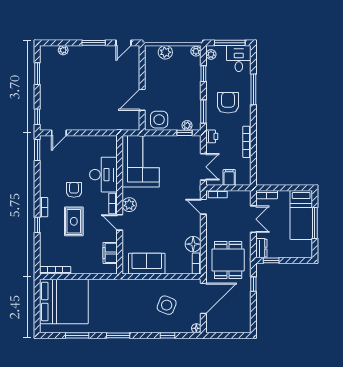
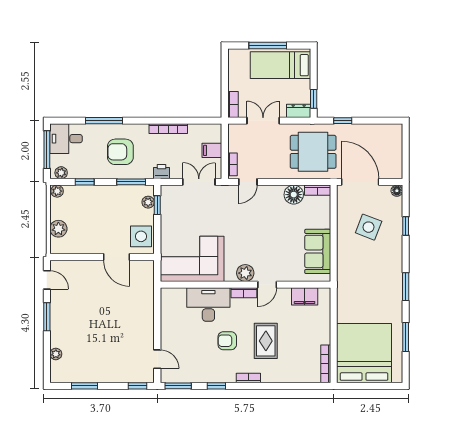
bed: (301, 215) -> (280, 65), moved, turned 180
rug: (74, 221) -> (266, 341), turned 90
window: (37, 225) -> (216, 386), moved

